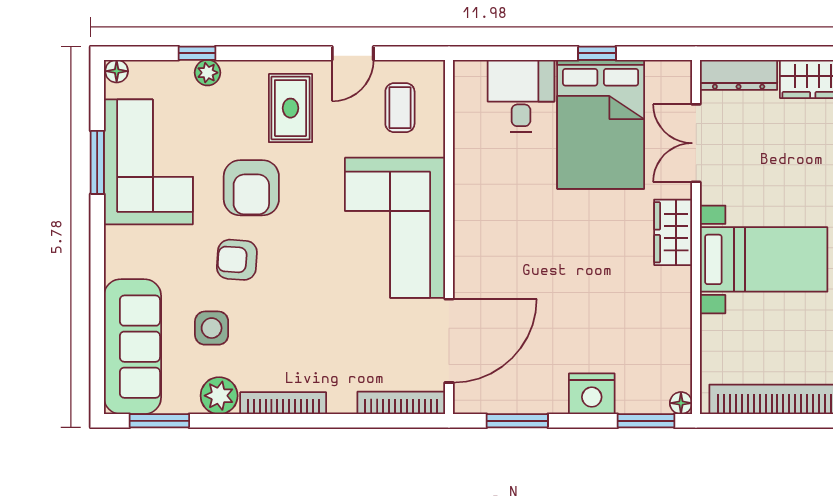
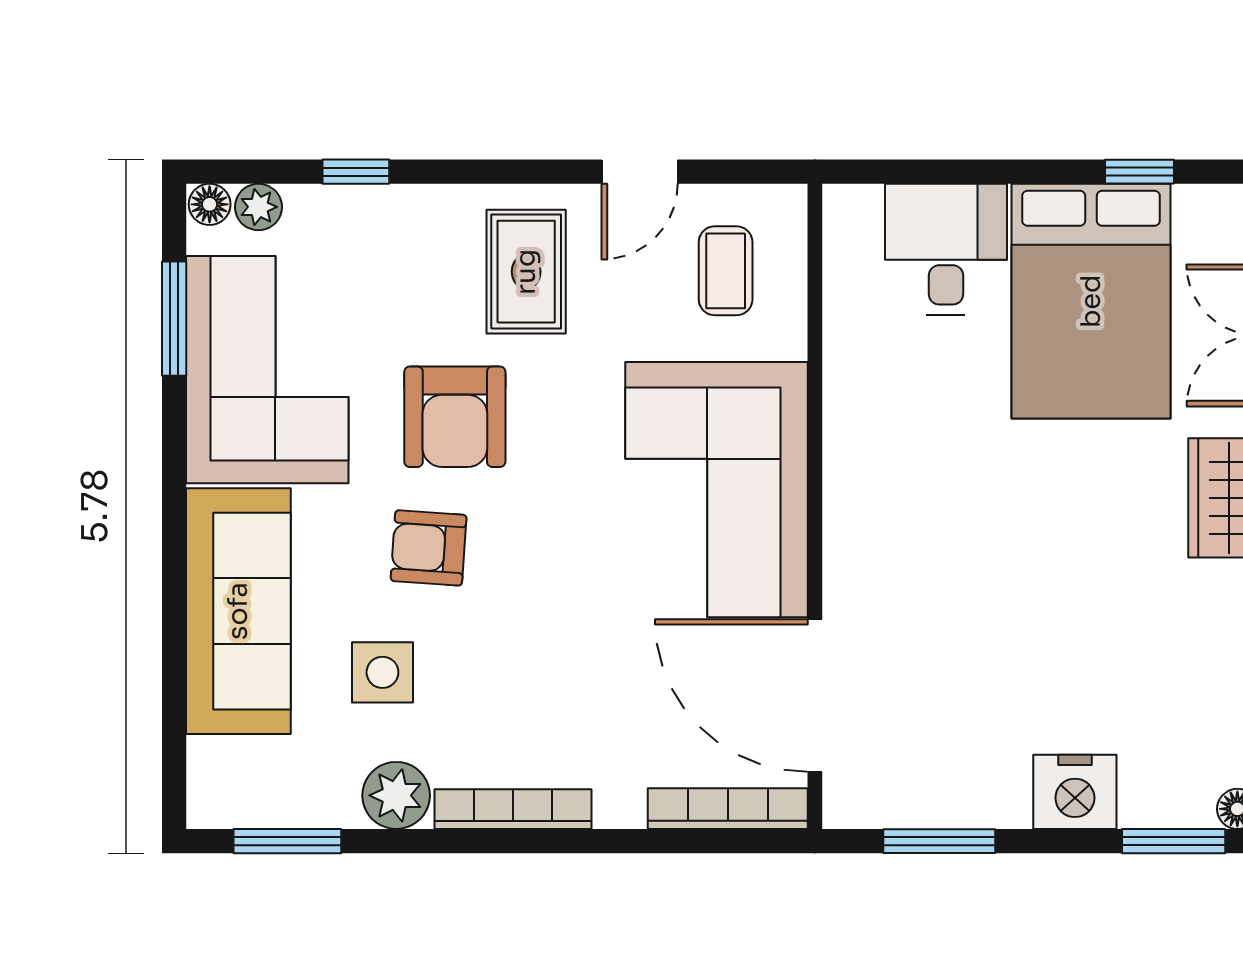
window: (597, 53) -> (1139, 172), moved
plant: (207, 73) -> (258, 207), moved
window: (97, 162) -> (174, 319), moved
door: (449, 341) -> (815, 696), swing flipped
sofa: (132, 347) -> (238, 611), moved

